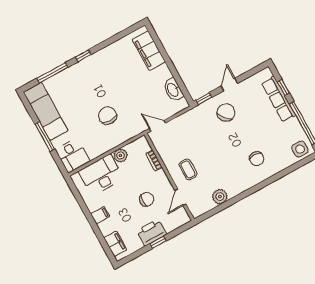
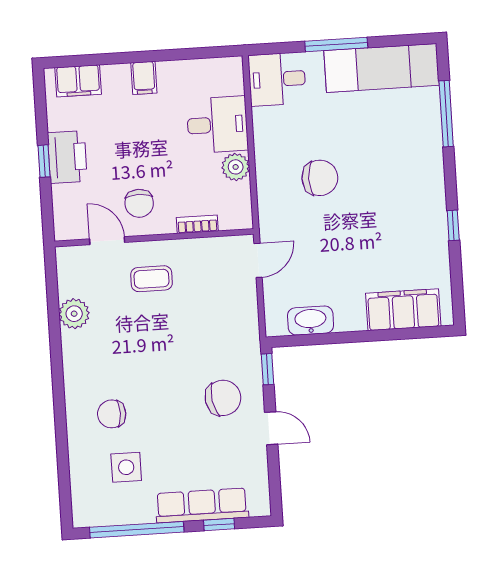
window: (83, 56) -> (453, 225), moved
chair: (226, 112) -> (223, 398), turned -60
side table: (300, 149) -> (126, 467), moved
desk: (101, 175) -> (217, 125), width x0.73
chair: (147, 199) -> (139, 203), moved

